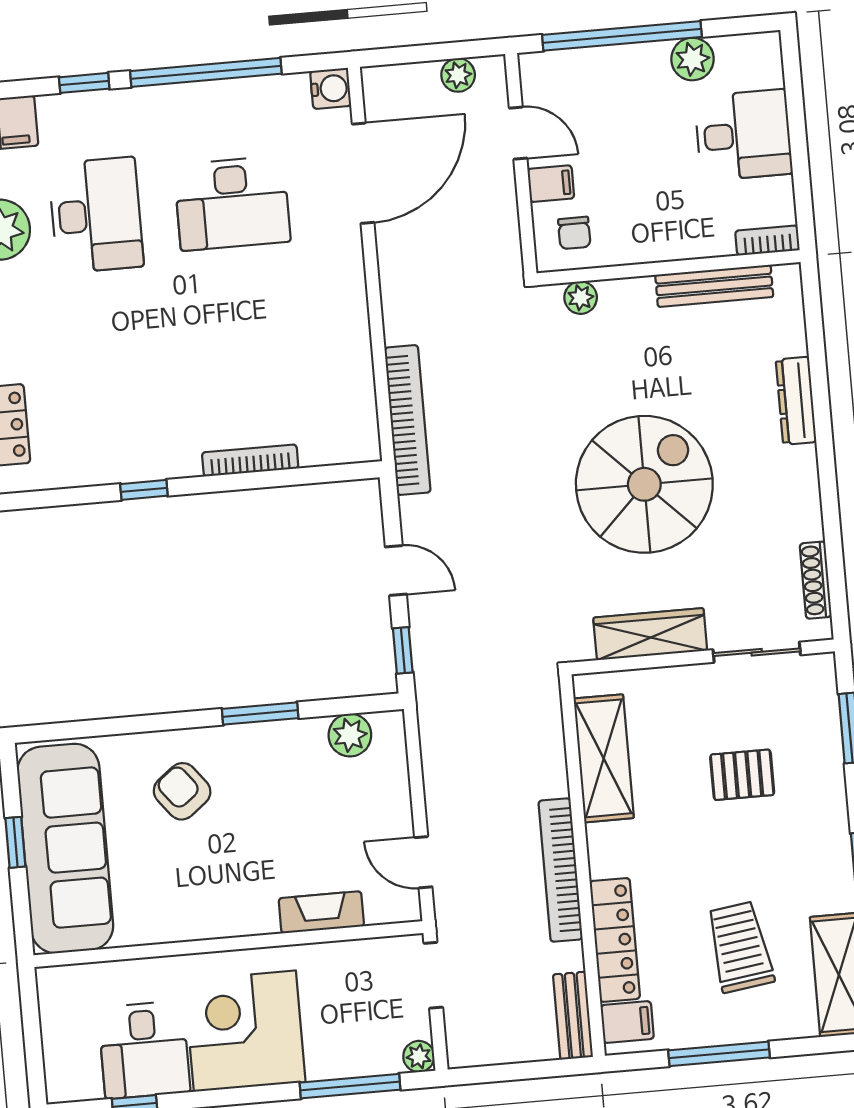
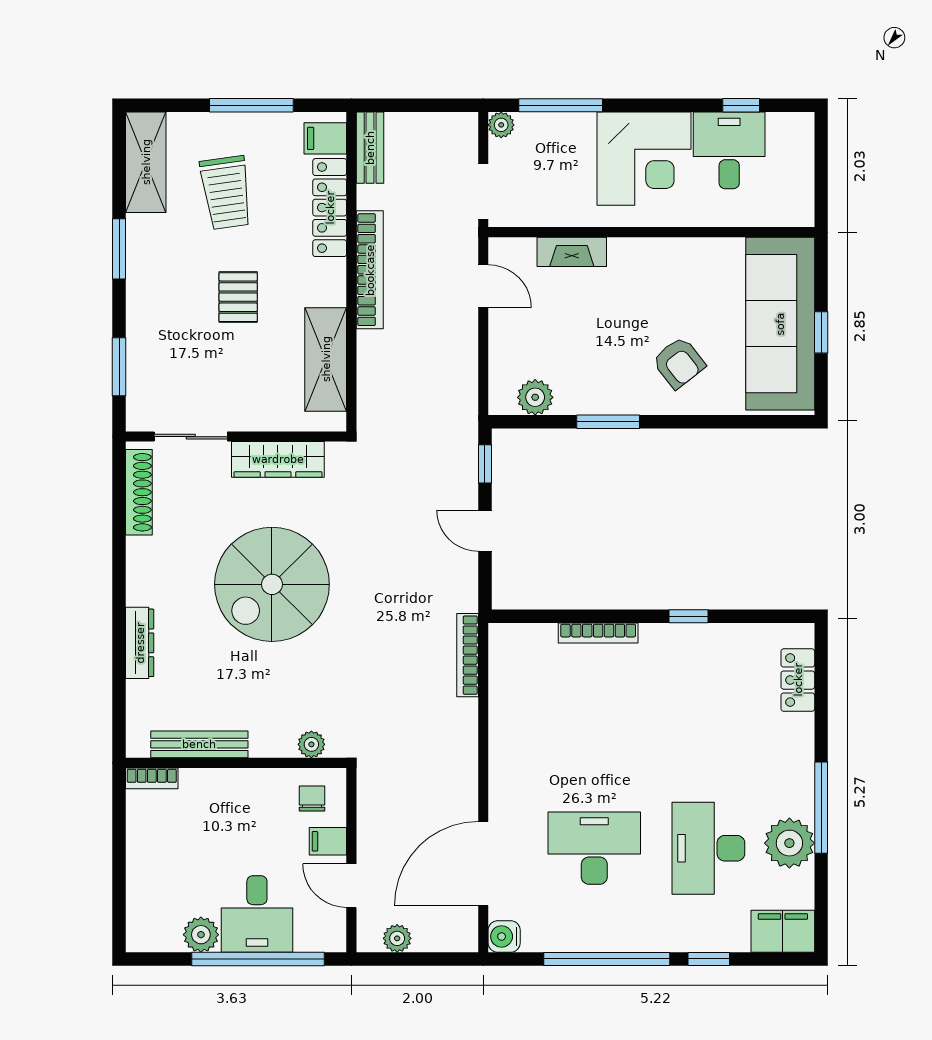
desk: (744, 135) -> (257, 914), moved, turned -90
bookcase: (407, 420) -> (468, 655), width x0.68, depth x0.76
shoe rack: (816, 580) -> (139, 492), width x1.36, depth x1.24
pallet: (742, 775) -> (238, 297), moved, turned 90

